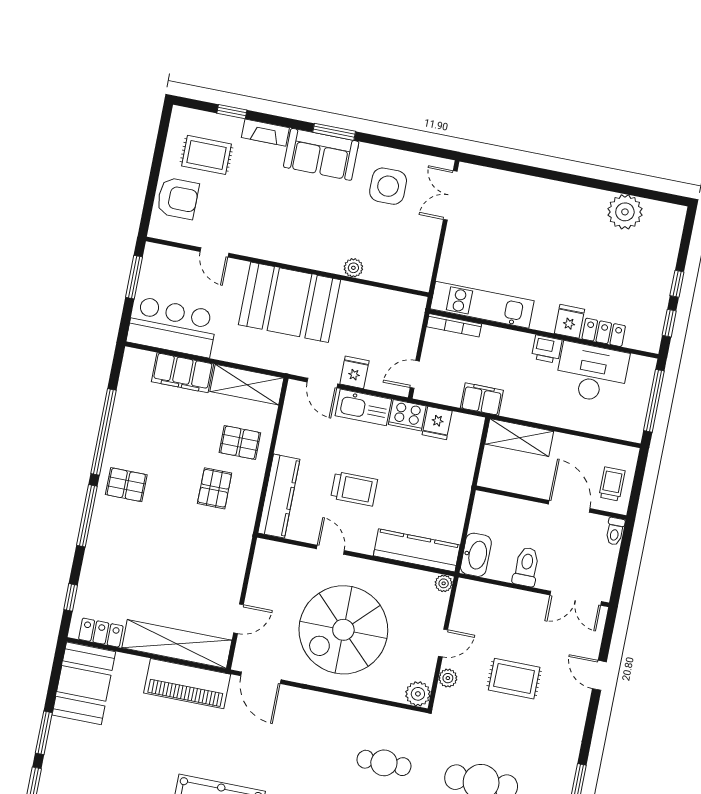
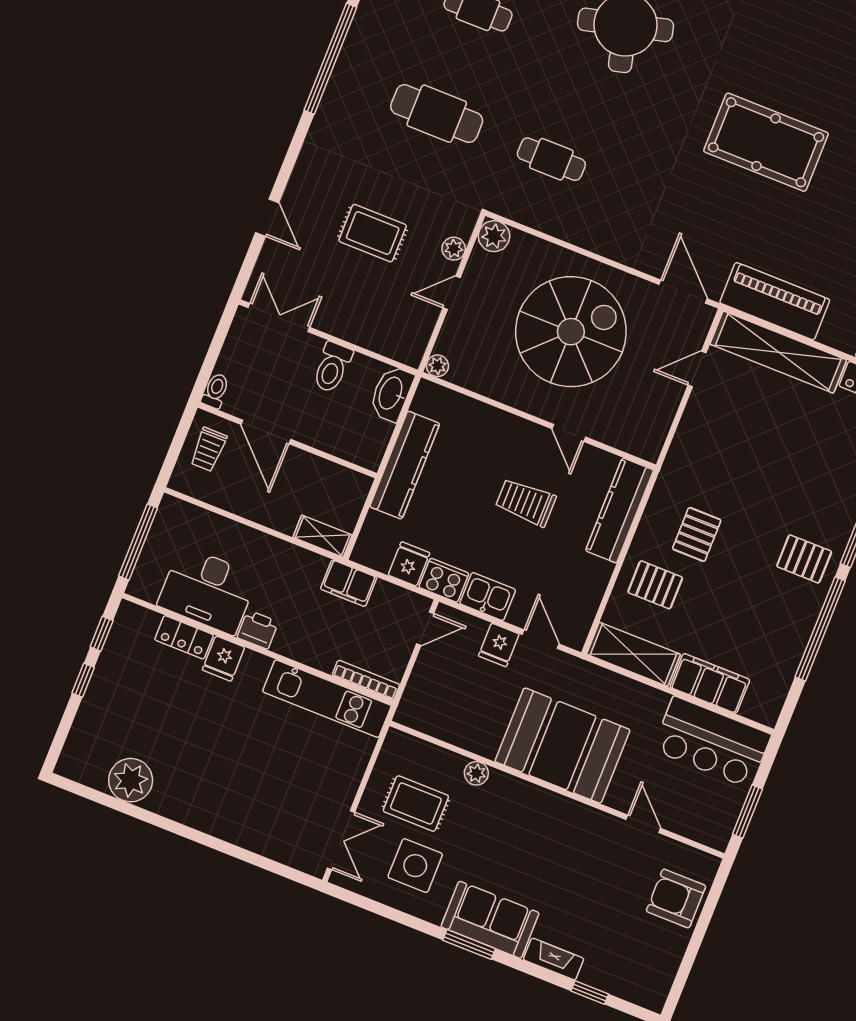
rug: (206, 155) -> (416, 804), moved
kitchen sink: (363, 407) -> (488, 597), width x0.73
shelving: (519, 438) -> (323, 536), width x0.67, depth x0.75
kitchen counter: (417, 550) -> (405, 465), moved, turned -90

